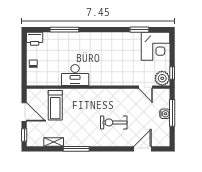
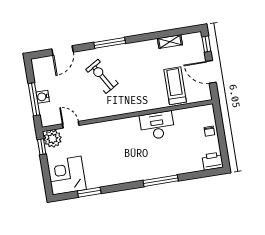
window: (64, 30) -> (161, 181), moved
exercise bike: (114, 122) -> (102, 76), turned -121
window: (76, 149) -> (110, 43), moved

